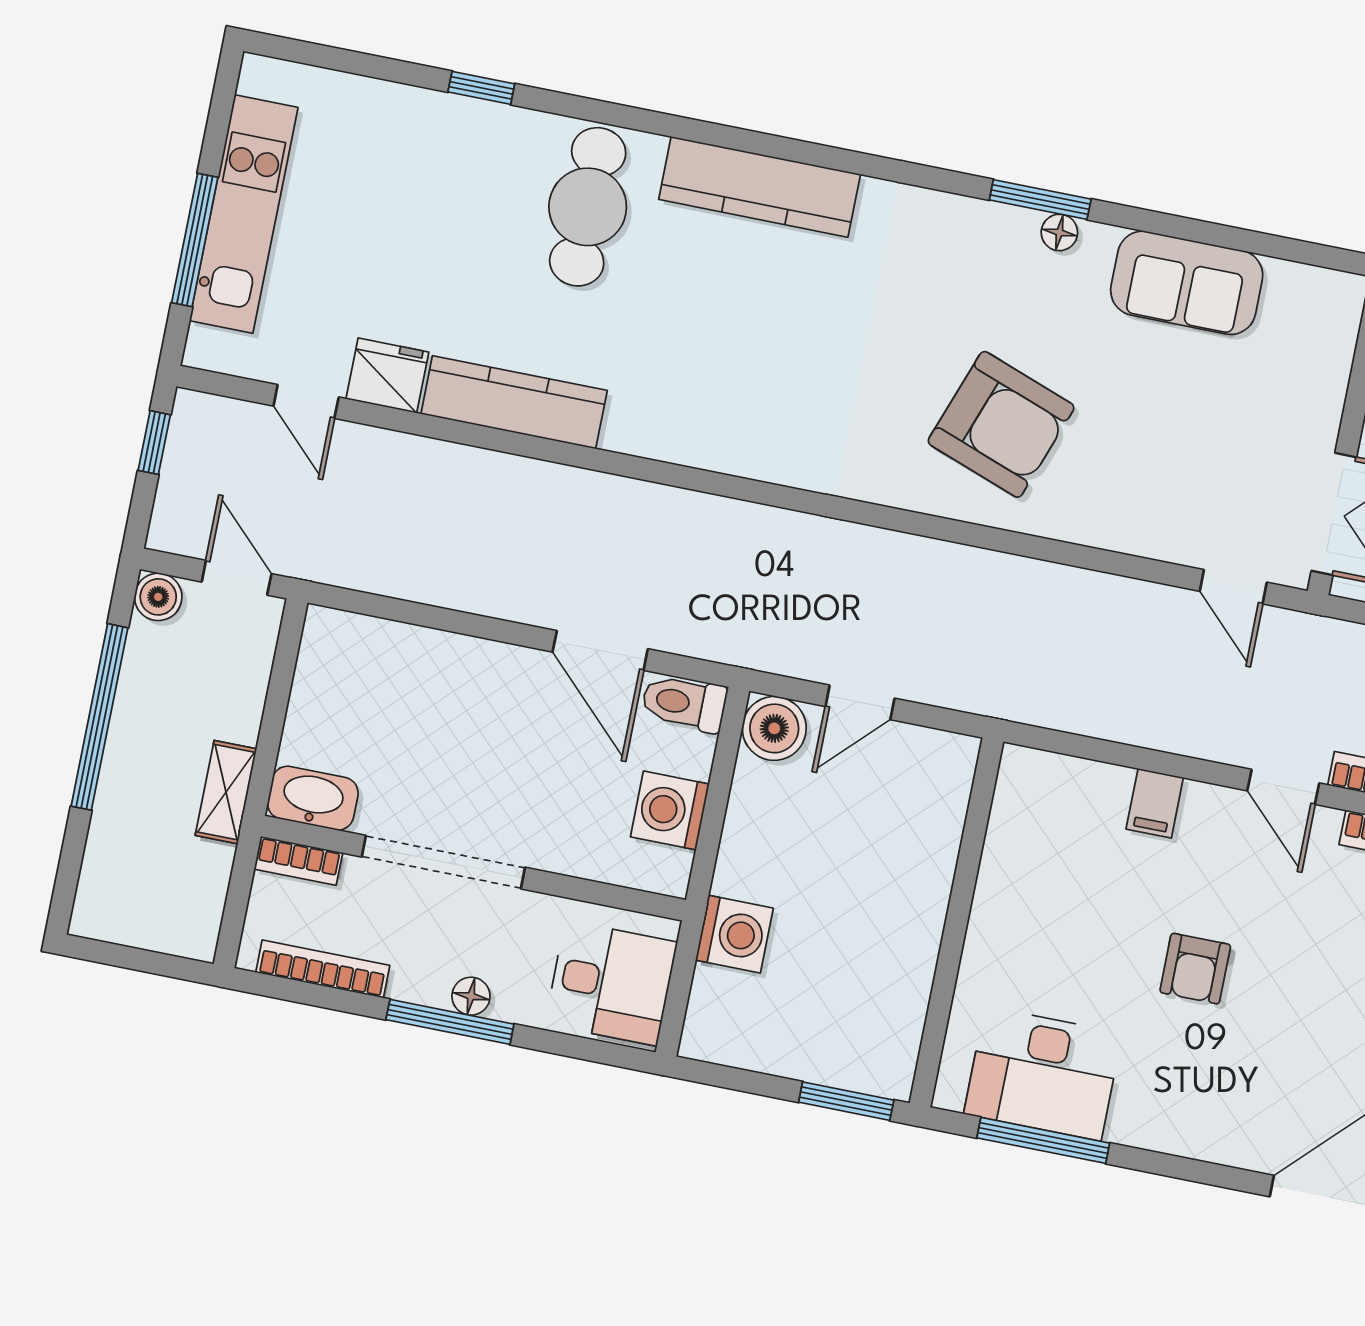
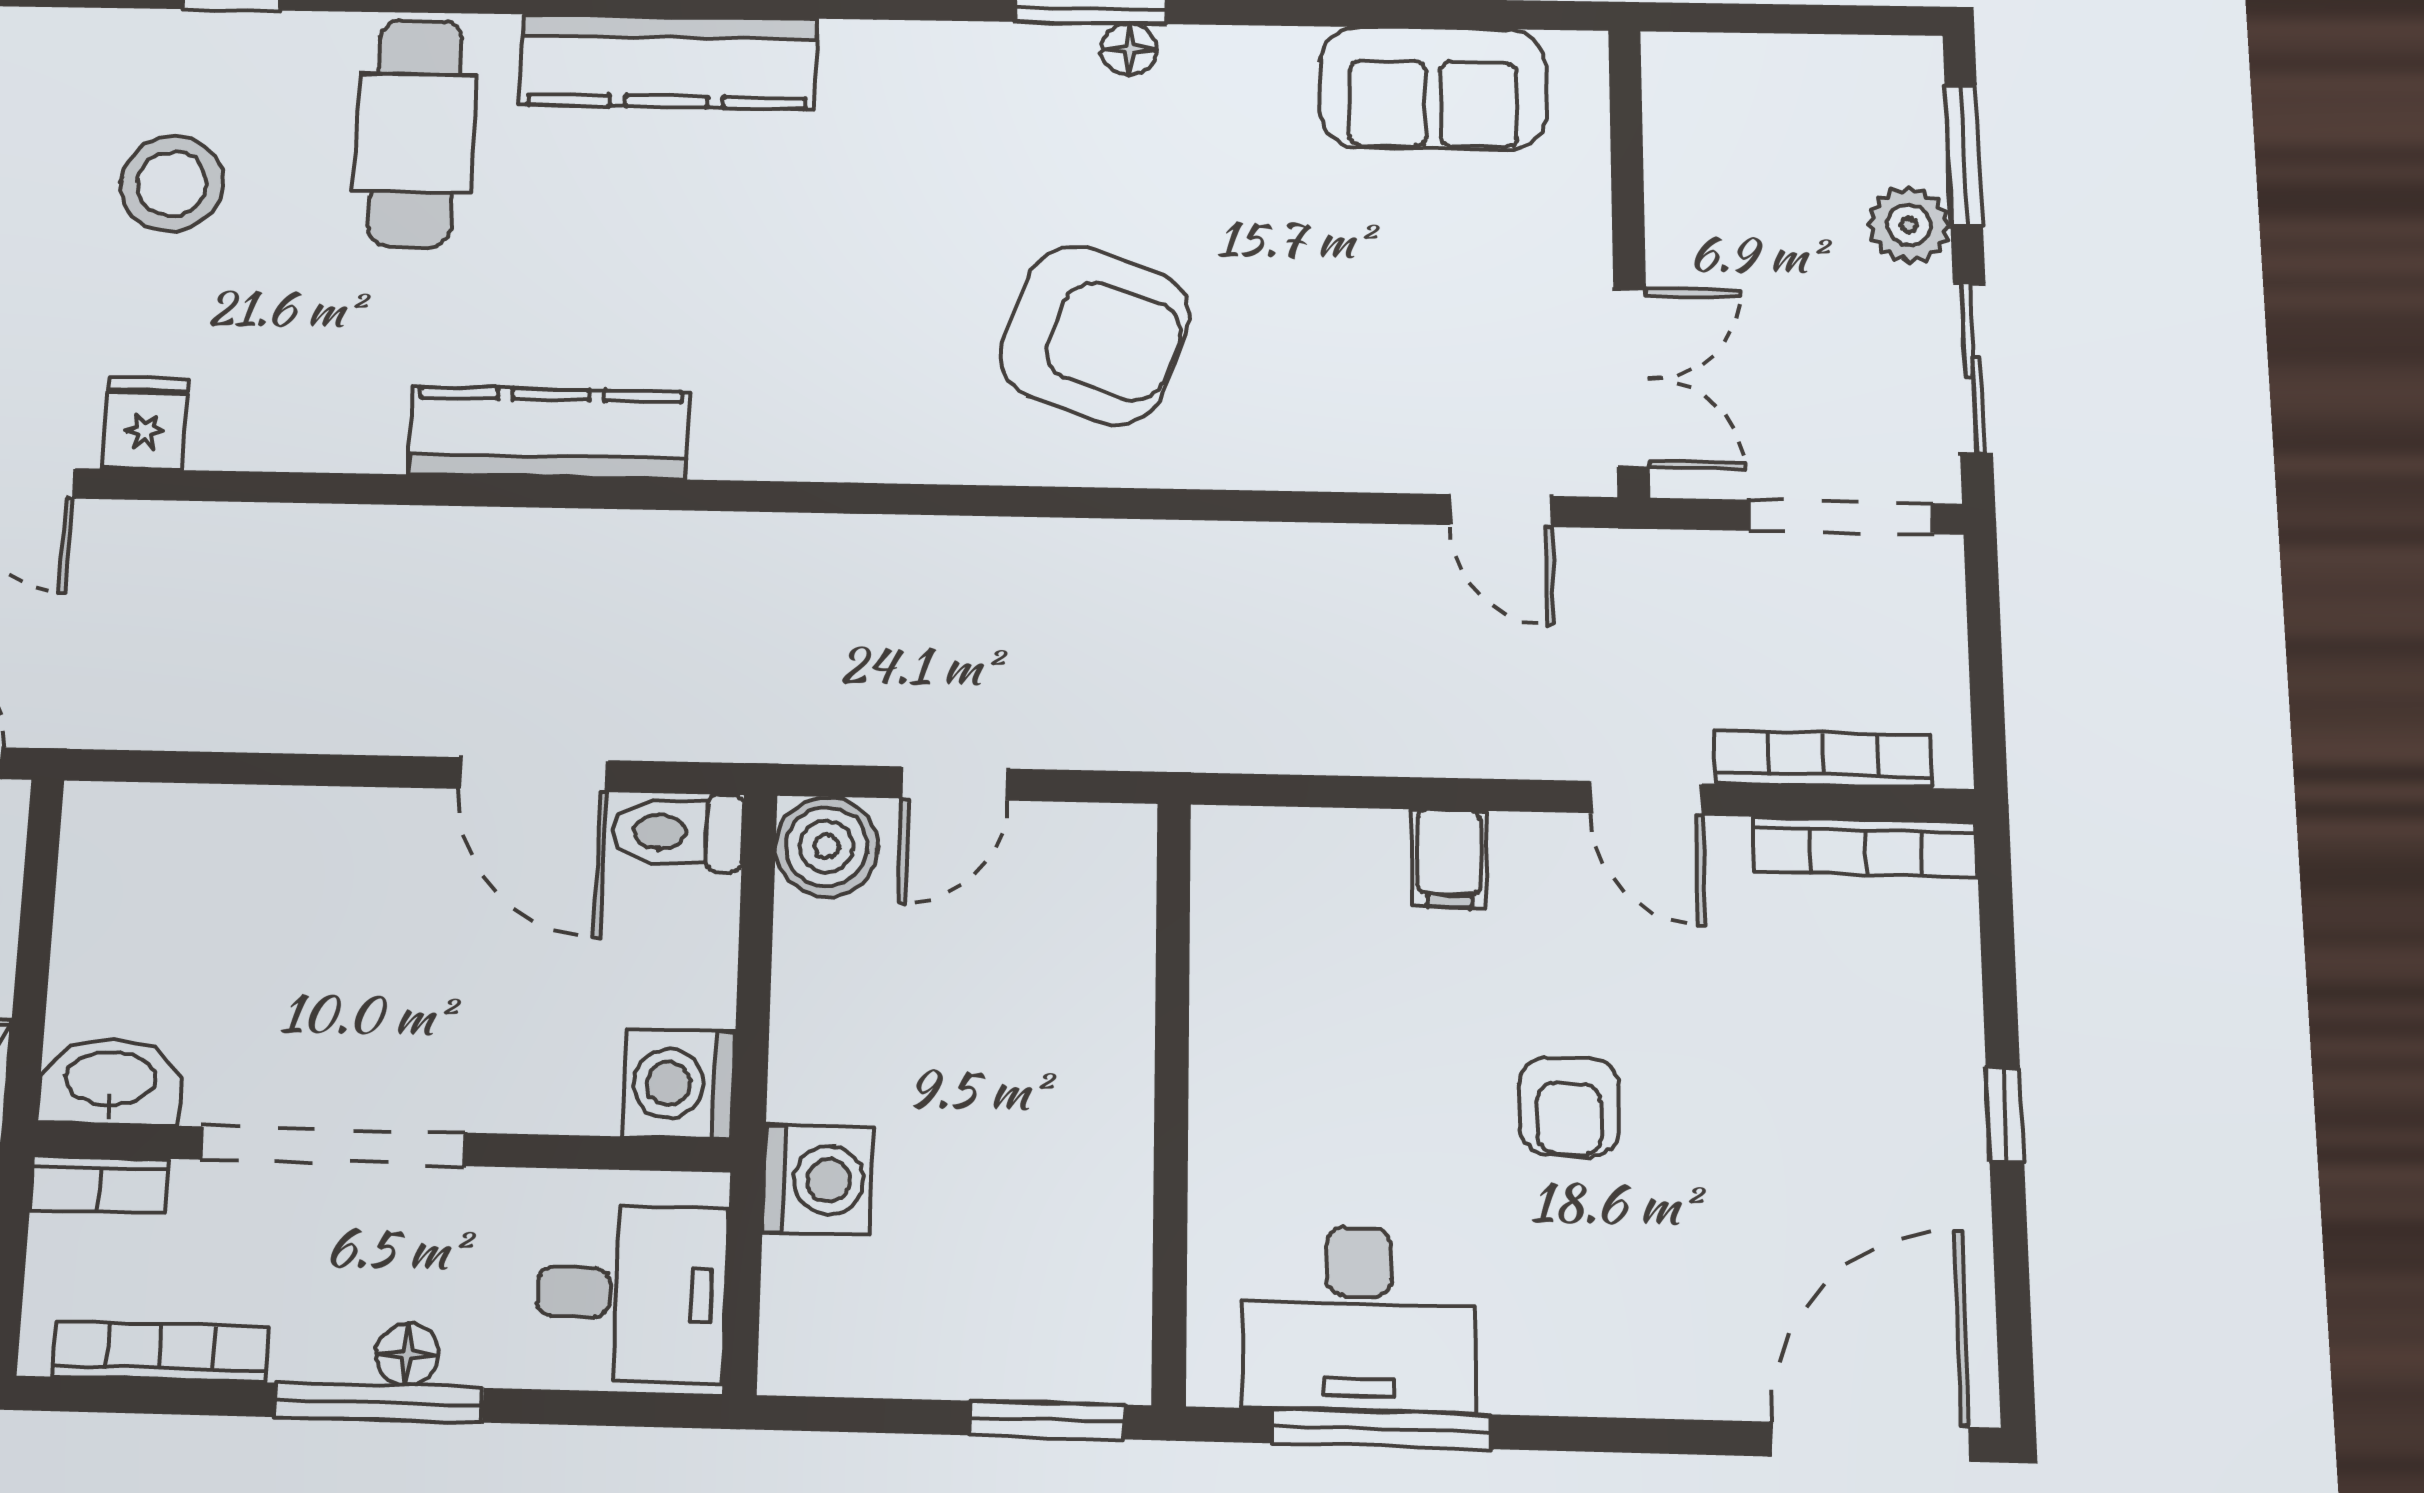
stool: (425, 214) -> (172, 184), added
sofa: (1187, 283) -> (1433, 88), moved
fridge: (387, 375) -> (145, 423), width x0.72
kitchen counter: (514, 402) -> (549, 433), moved
washing machine: (670, 810) -> (679, 1084), moved

